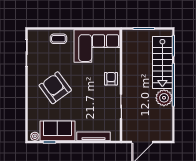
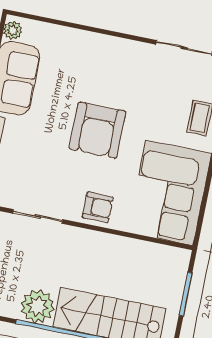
armchair: (55, 88) -> (98, 130), moved, turned 126

